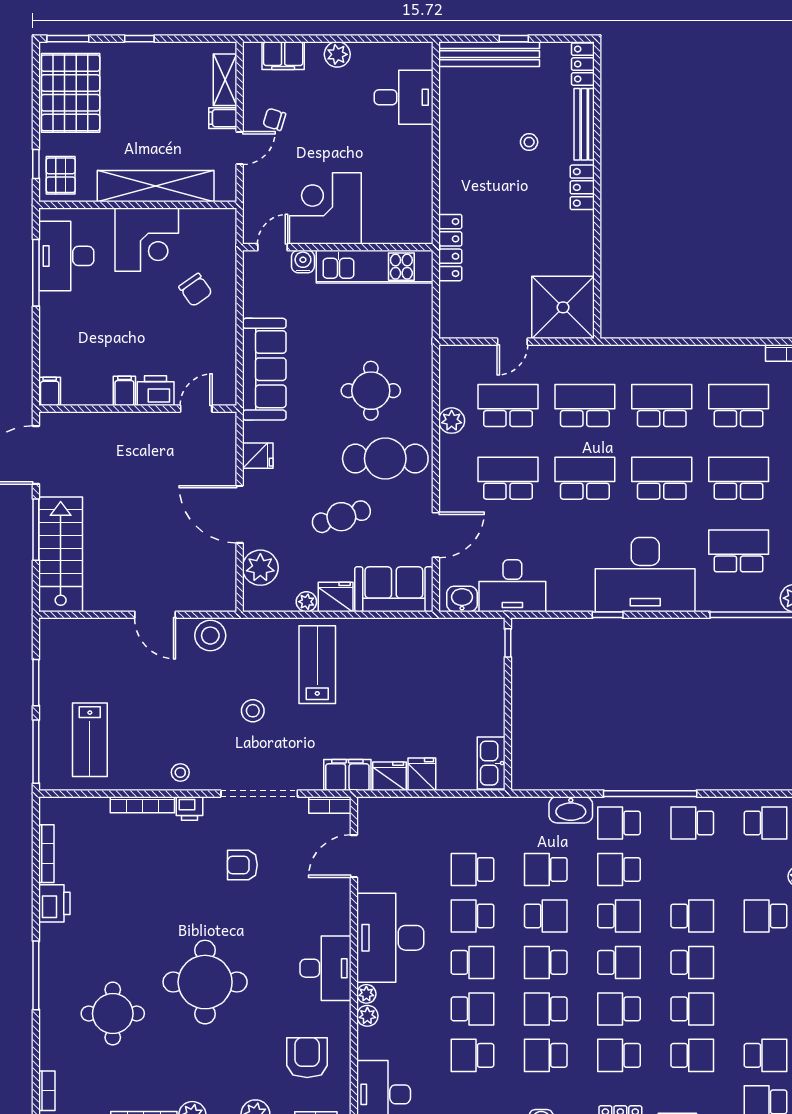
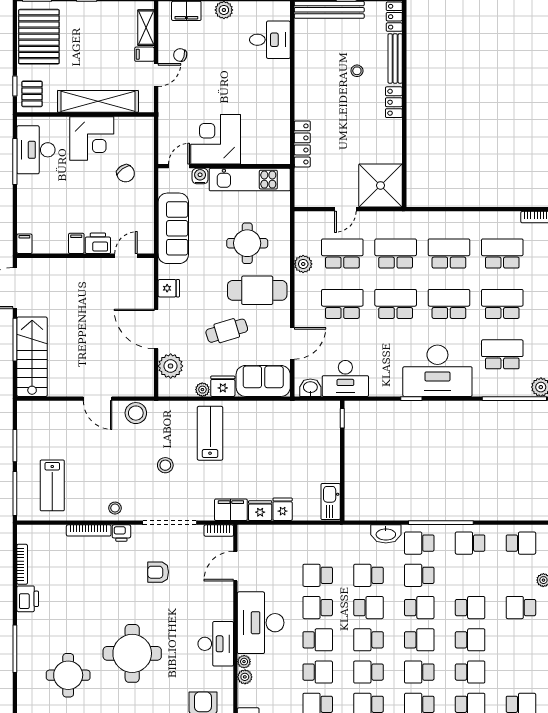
corner desk: (325, 208) -> (216, 139), moved
door: (272, 247) -> (179, 166), moved
wall: (338, 247) -> (224, 166), moved
water cooler: (303, 262) -> (200, 176), moved
kitchen unit: (375, 267) -> (250, 180), moved

